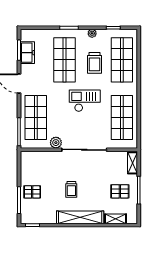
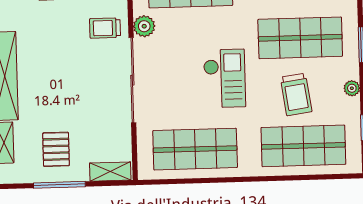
trolley: (94, 63) -> (296, 94), turned -98
trolley: (71, 189) -> (105, 28), moved

